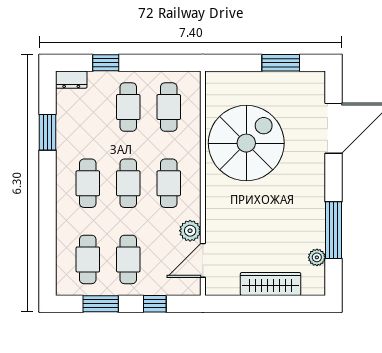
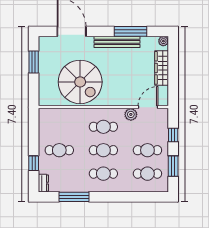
cafe table: (169, 107) -> (59, 127), removed
window: (48, 132) -> (74, 197), width x1.44
spiral stairs: (246, 143) -> (80, 82), turned 180
bench: (316, 207) -> (117, 42), added
plant: (317, 257) -> (163, 41), moved
door: (203, 260) -> (148, 107), swing flipped

